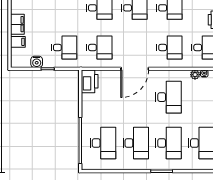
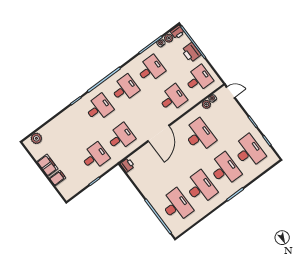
water cooler: (37, 62) -> (82, 182), removed
printer: (90, 81) -> (127, 165), width x0.53, depth x0.68

